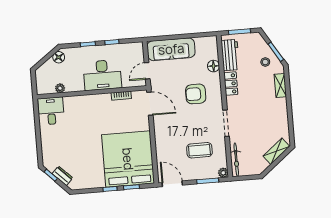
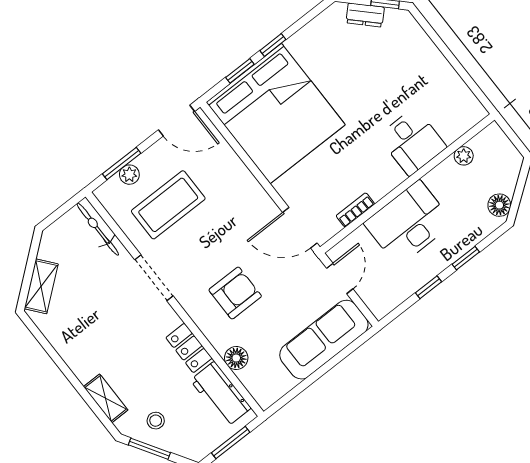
desk: (51, 111) -> (412, 142), moved
coffee table: (199, 150) -> (168, 205), width x1.36, depth x1.32
plant: (223, 173) -> (129, 175), moved

